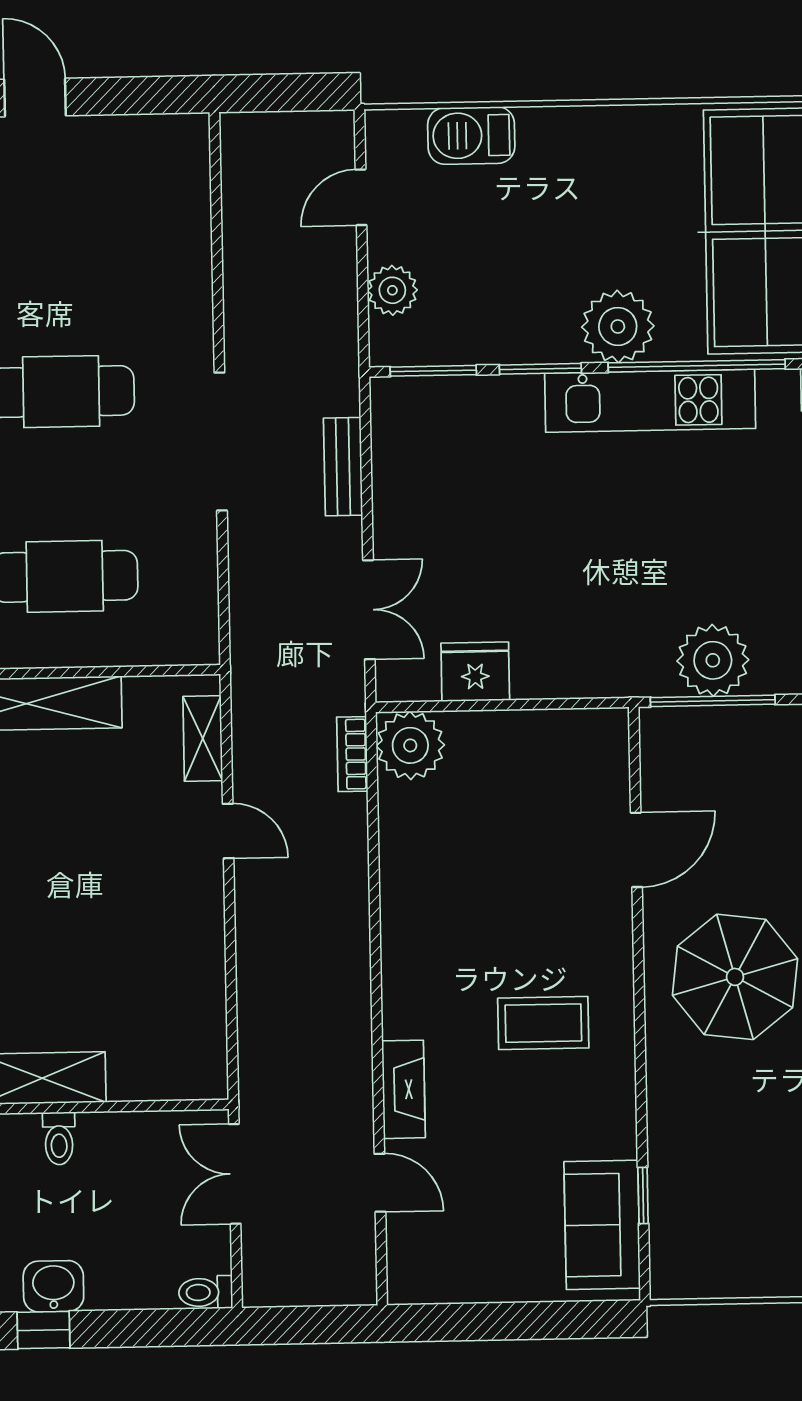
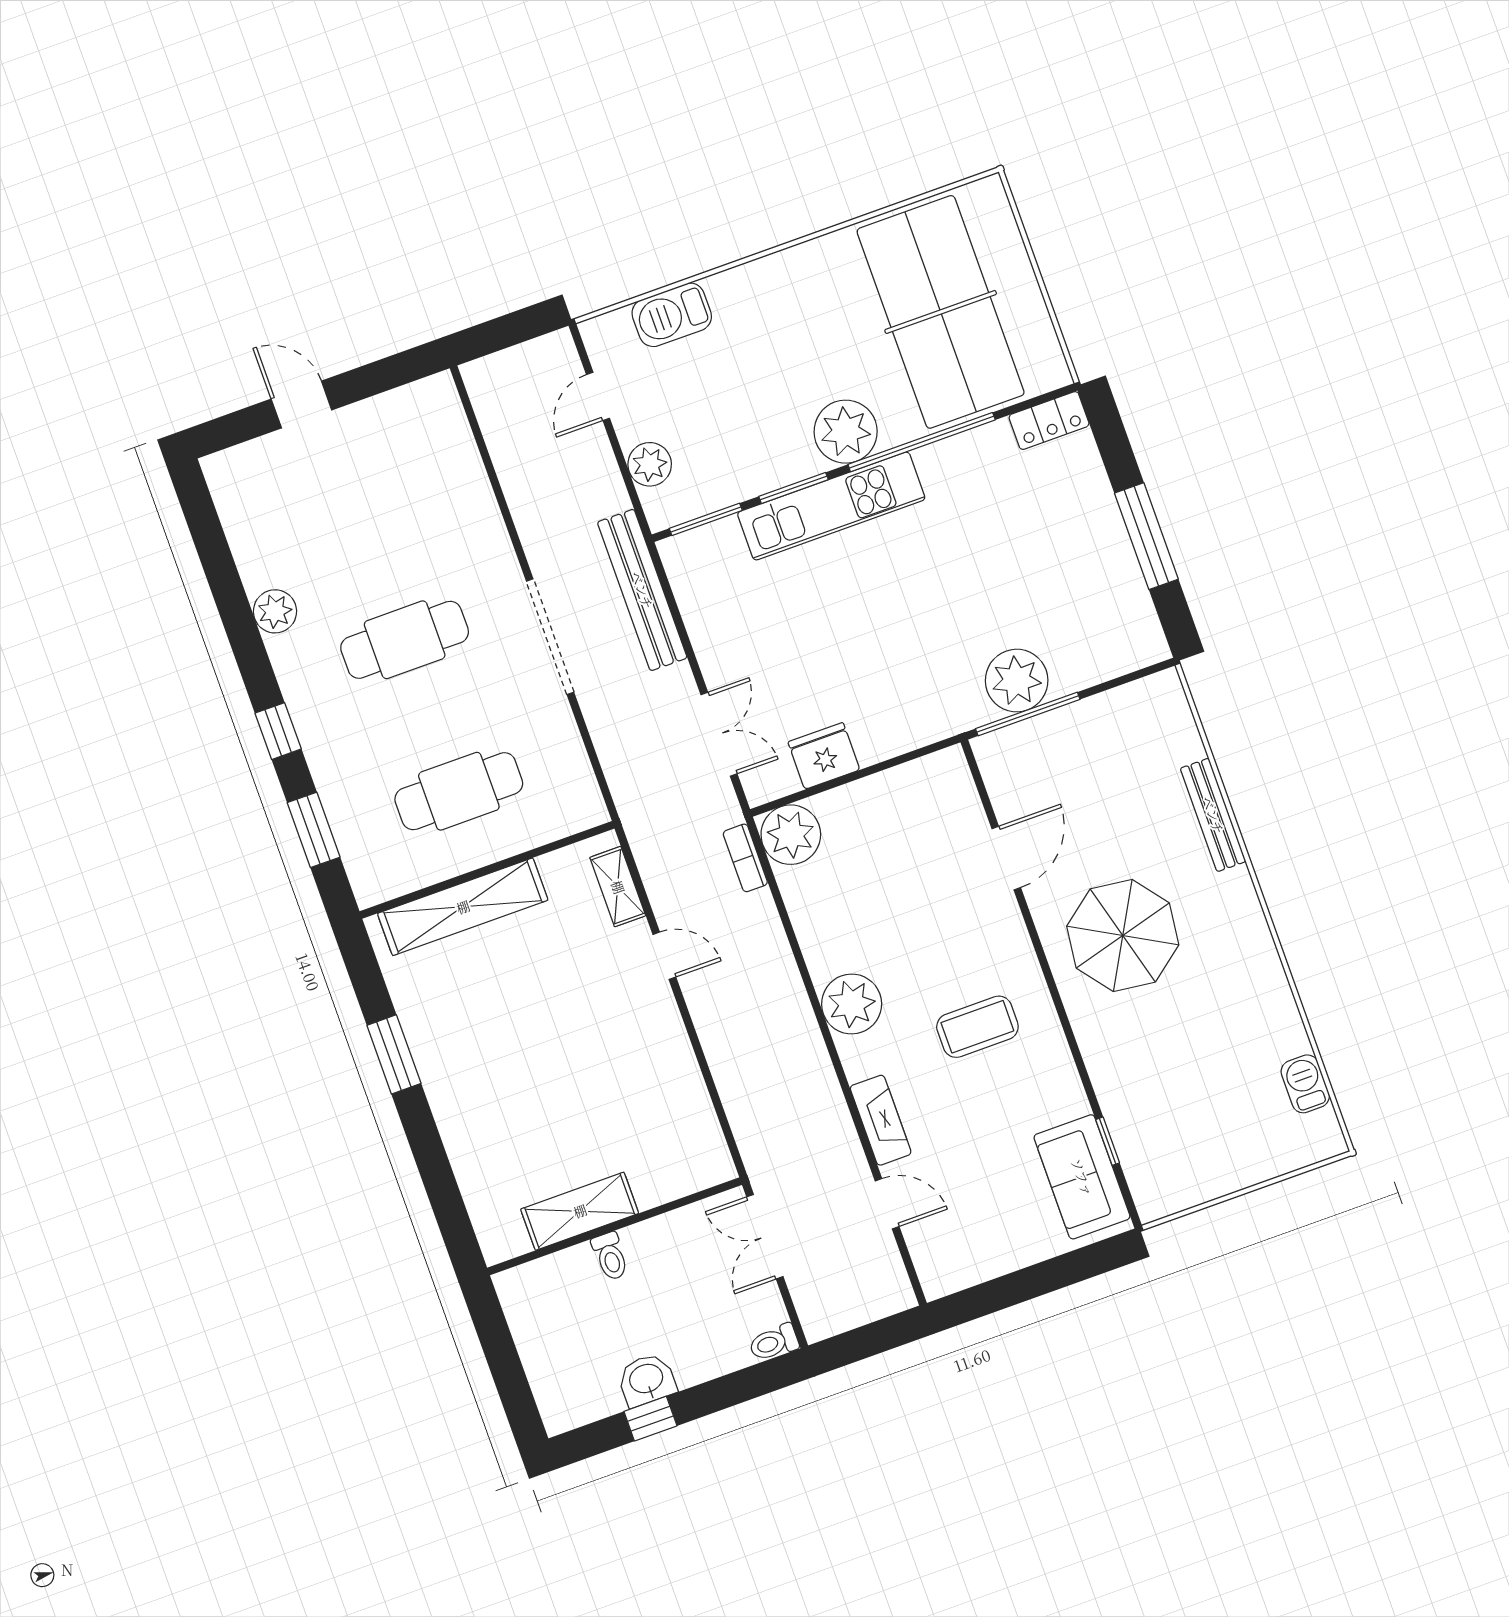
kitchen unit: (650, 401) -> (831, 506), moved
bench: (343, 467) -> (642, 590), width x1.86, depth x1.21
plant: (414, 952) -> (852, 1004), added

